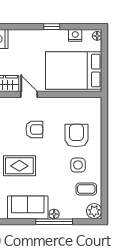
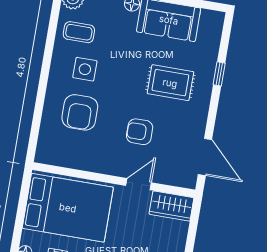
door: (29, 94) -> (139, 184), swing flipped

